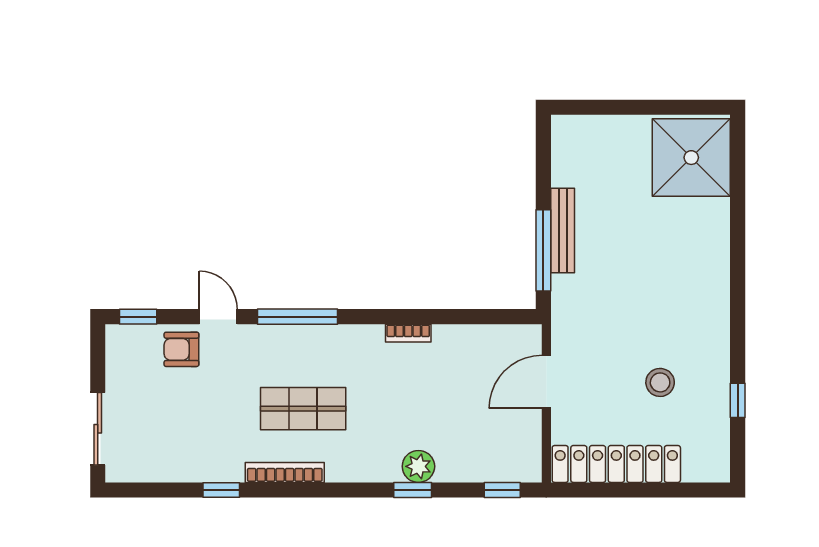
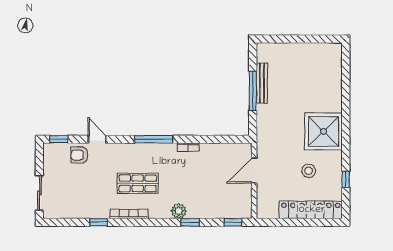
shower: (691, 158) -> (324, 131), moved
bench: (563, 230) -> (262, 83), moved
window: (543, 250) -> (253, 91), moved
window: (298, 317) -> (154, 139), moved
locker: (616, 464) -> (311, 210), moved
plant: (418, 466) -> (179, 211), moved

